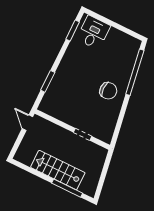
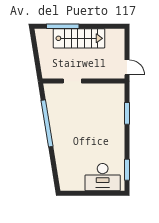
desk: (93, 32) -> (103, 177), width x1.37
window: (135, 72) -> (47, 123), moved
chair: (108, 91) -> (69, 131), removed

